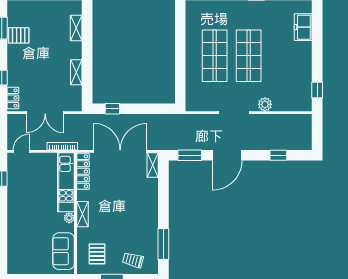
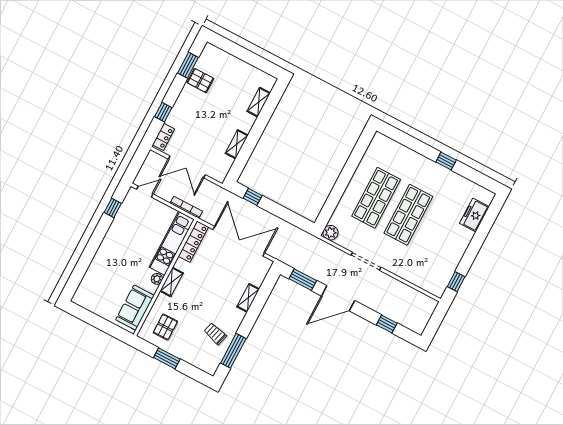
plant: (265, 104) -> (330, 233), moved
shelving: (153, 165) -> (248, 298), moved
trolley: (133, 260) -> (215, 334), moved

